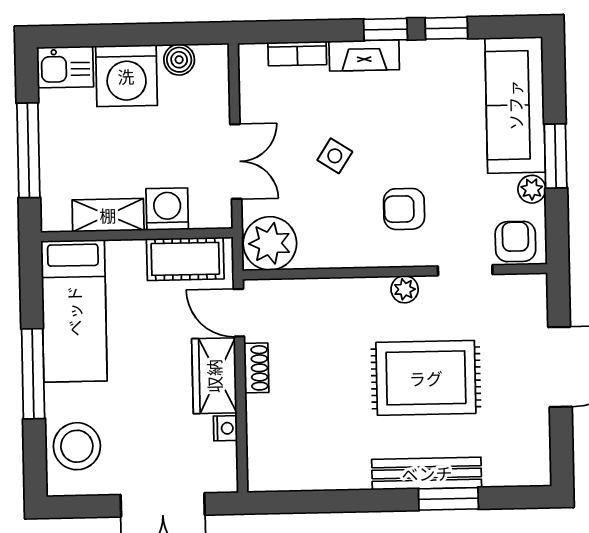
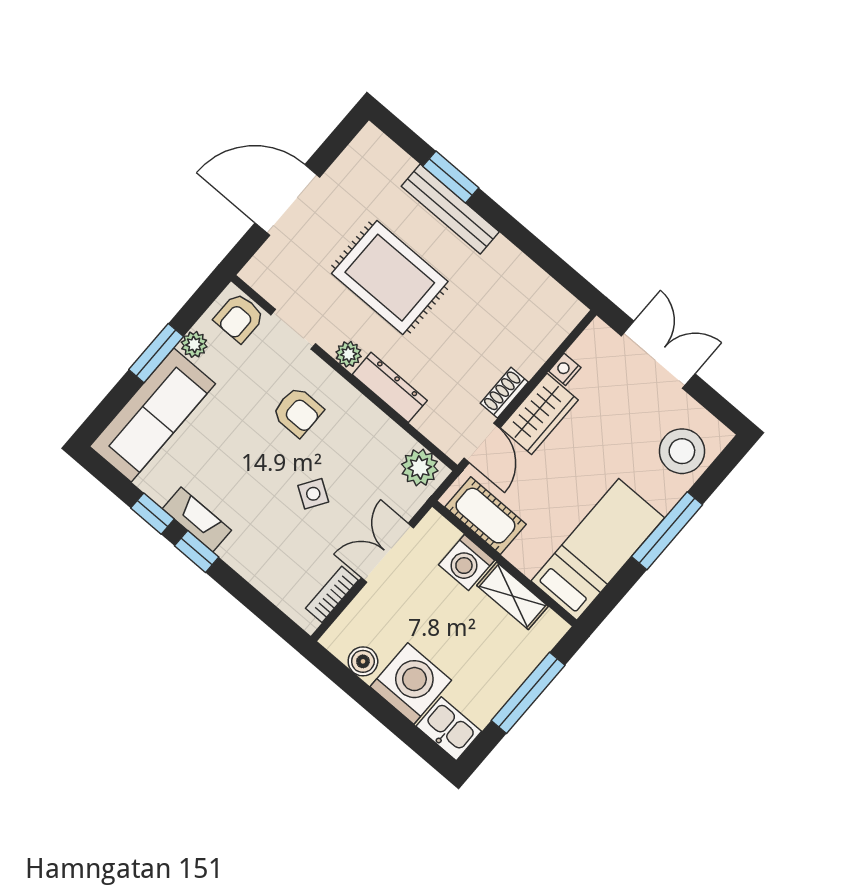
bookcase: (297, 54) -> (332, 594), moved, turned -90
fireplace: (364, 55) -> (197, 520), moved
plant: (270, 243) -> (420, 468), width x0.73, depth x0.73
dresser: (349, 292) -> (390, 387), added

